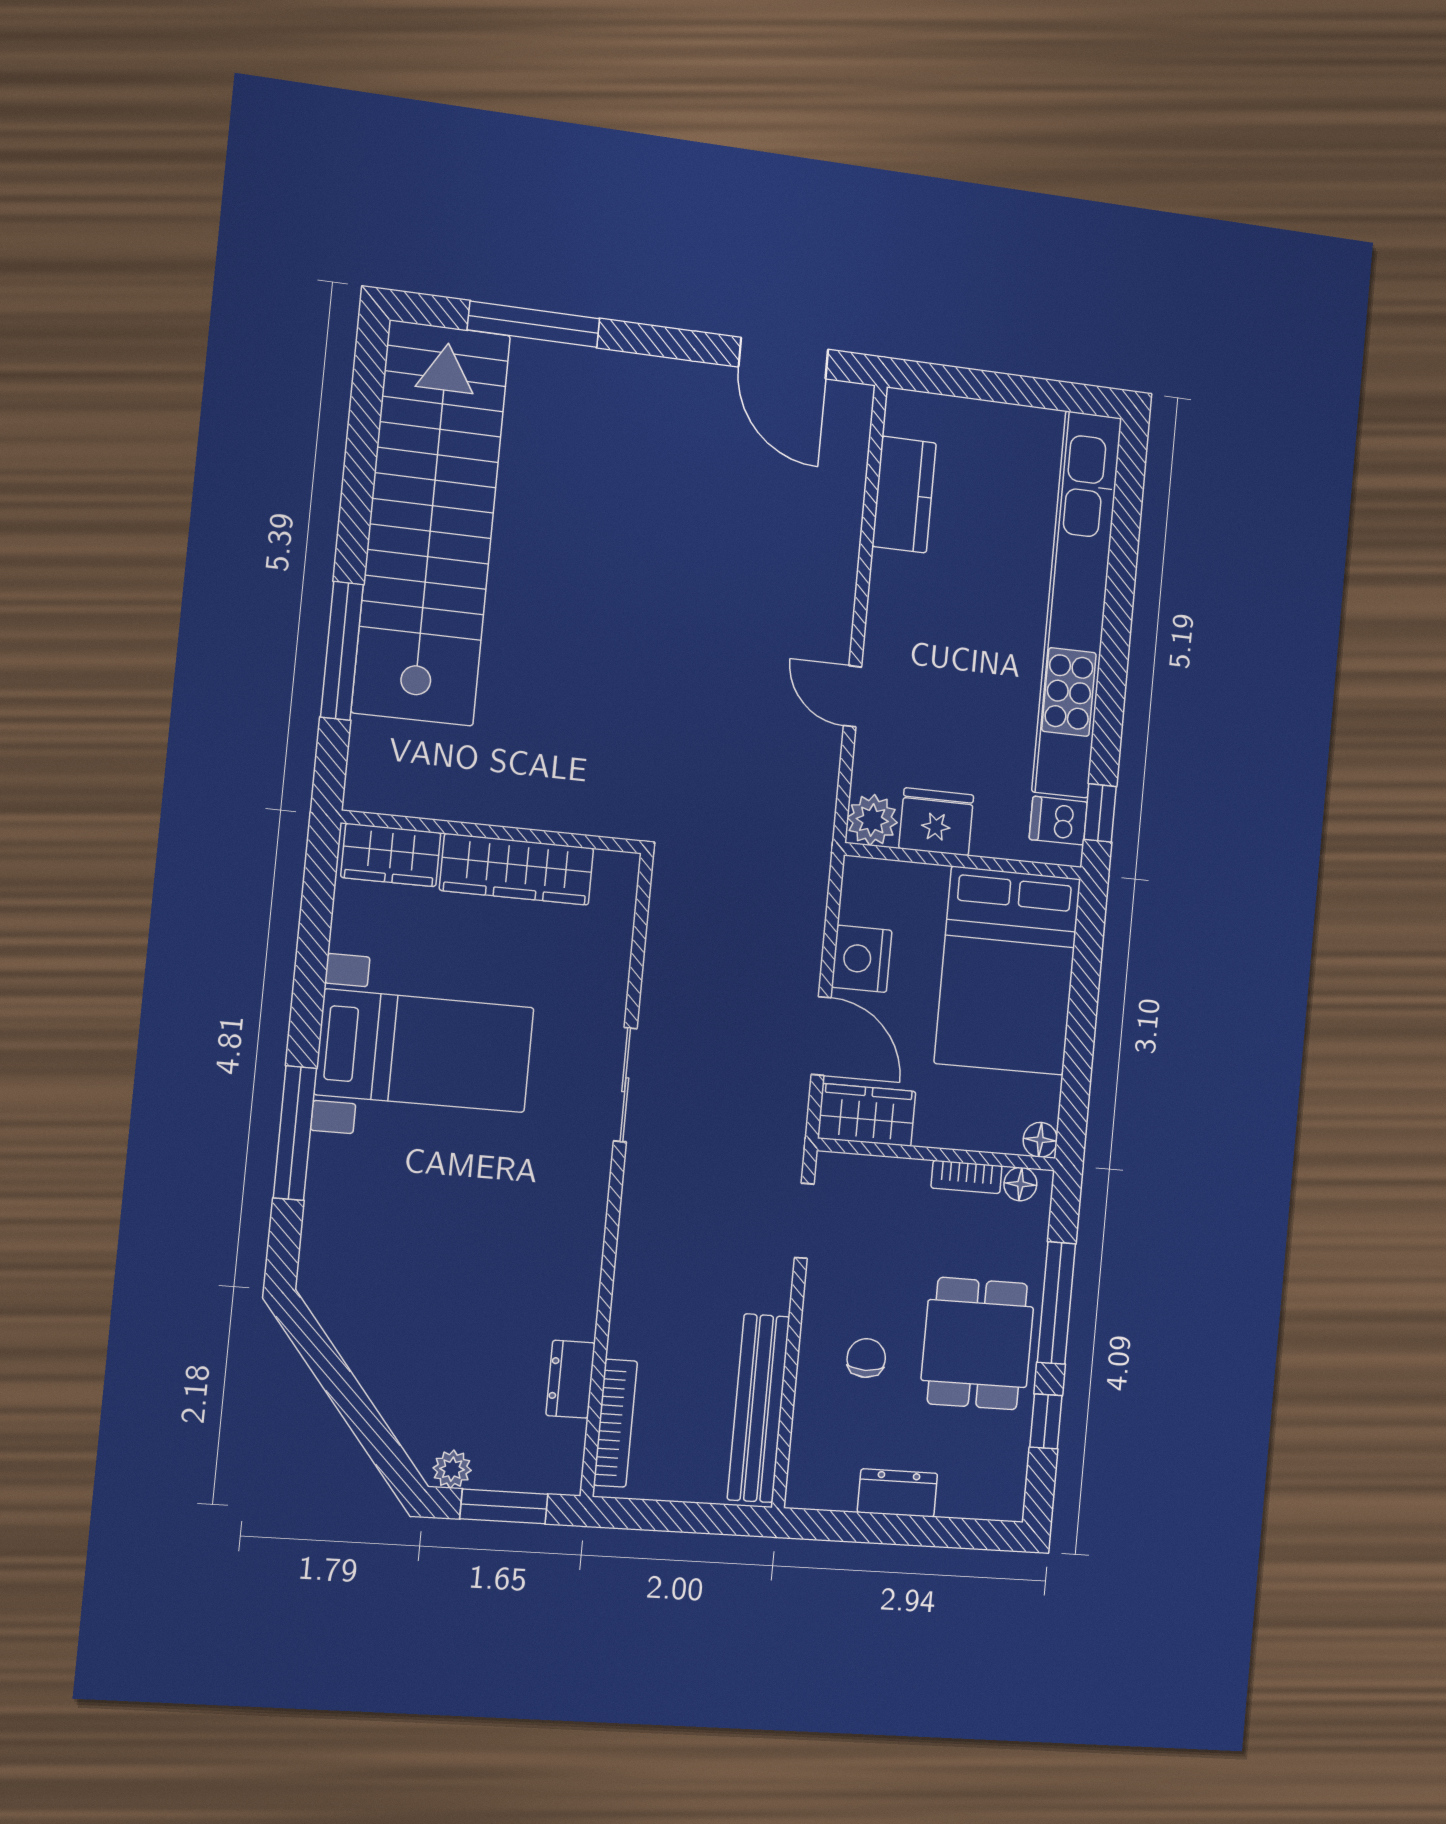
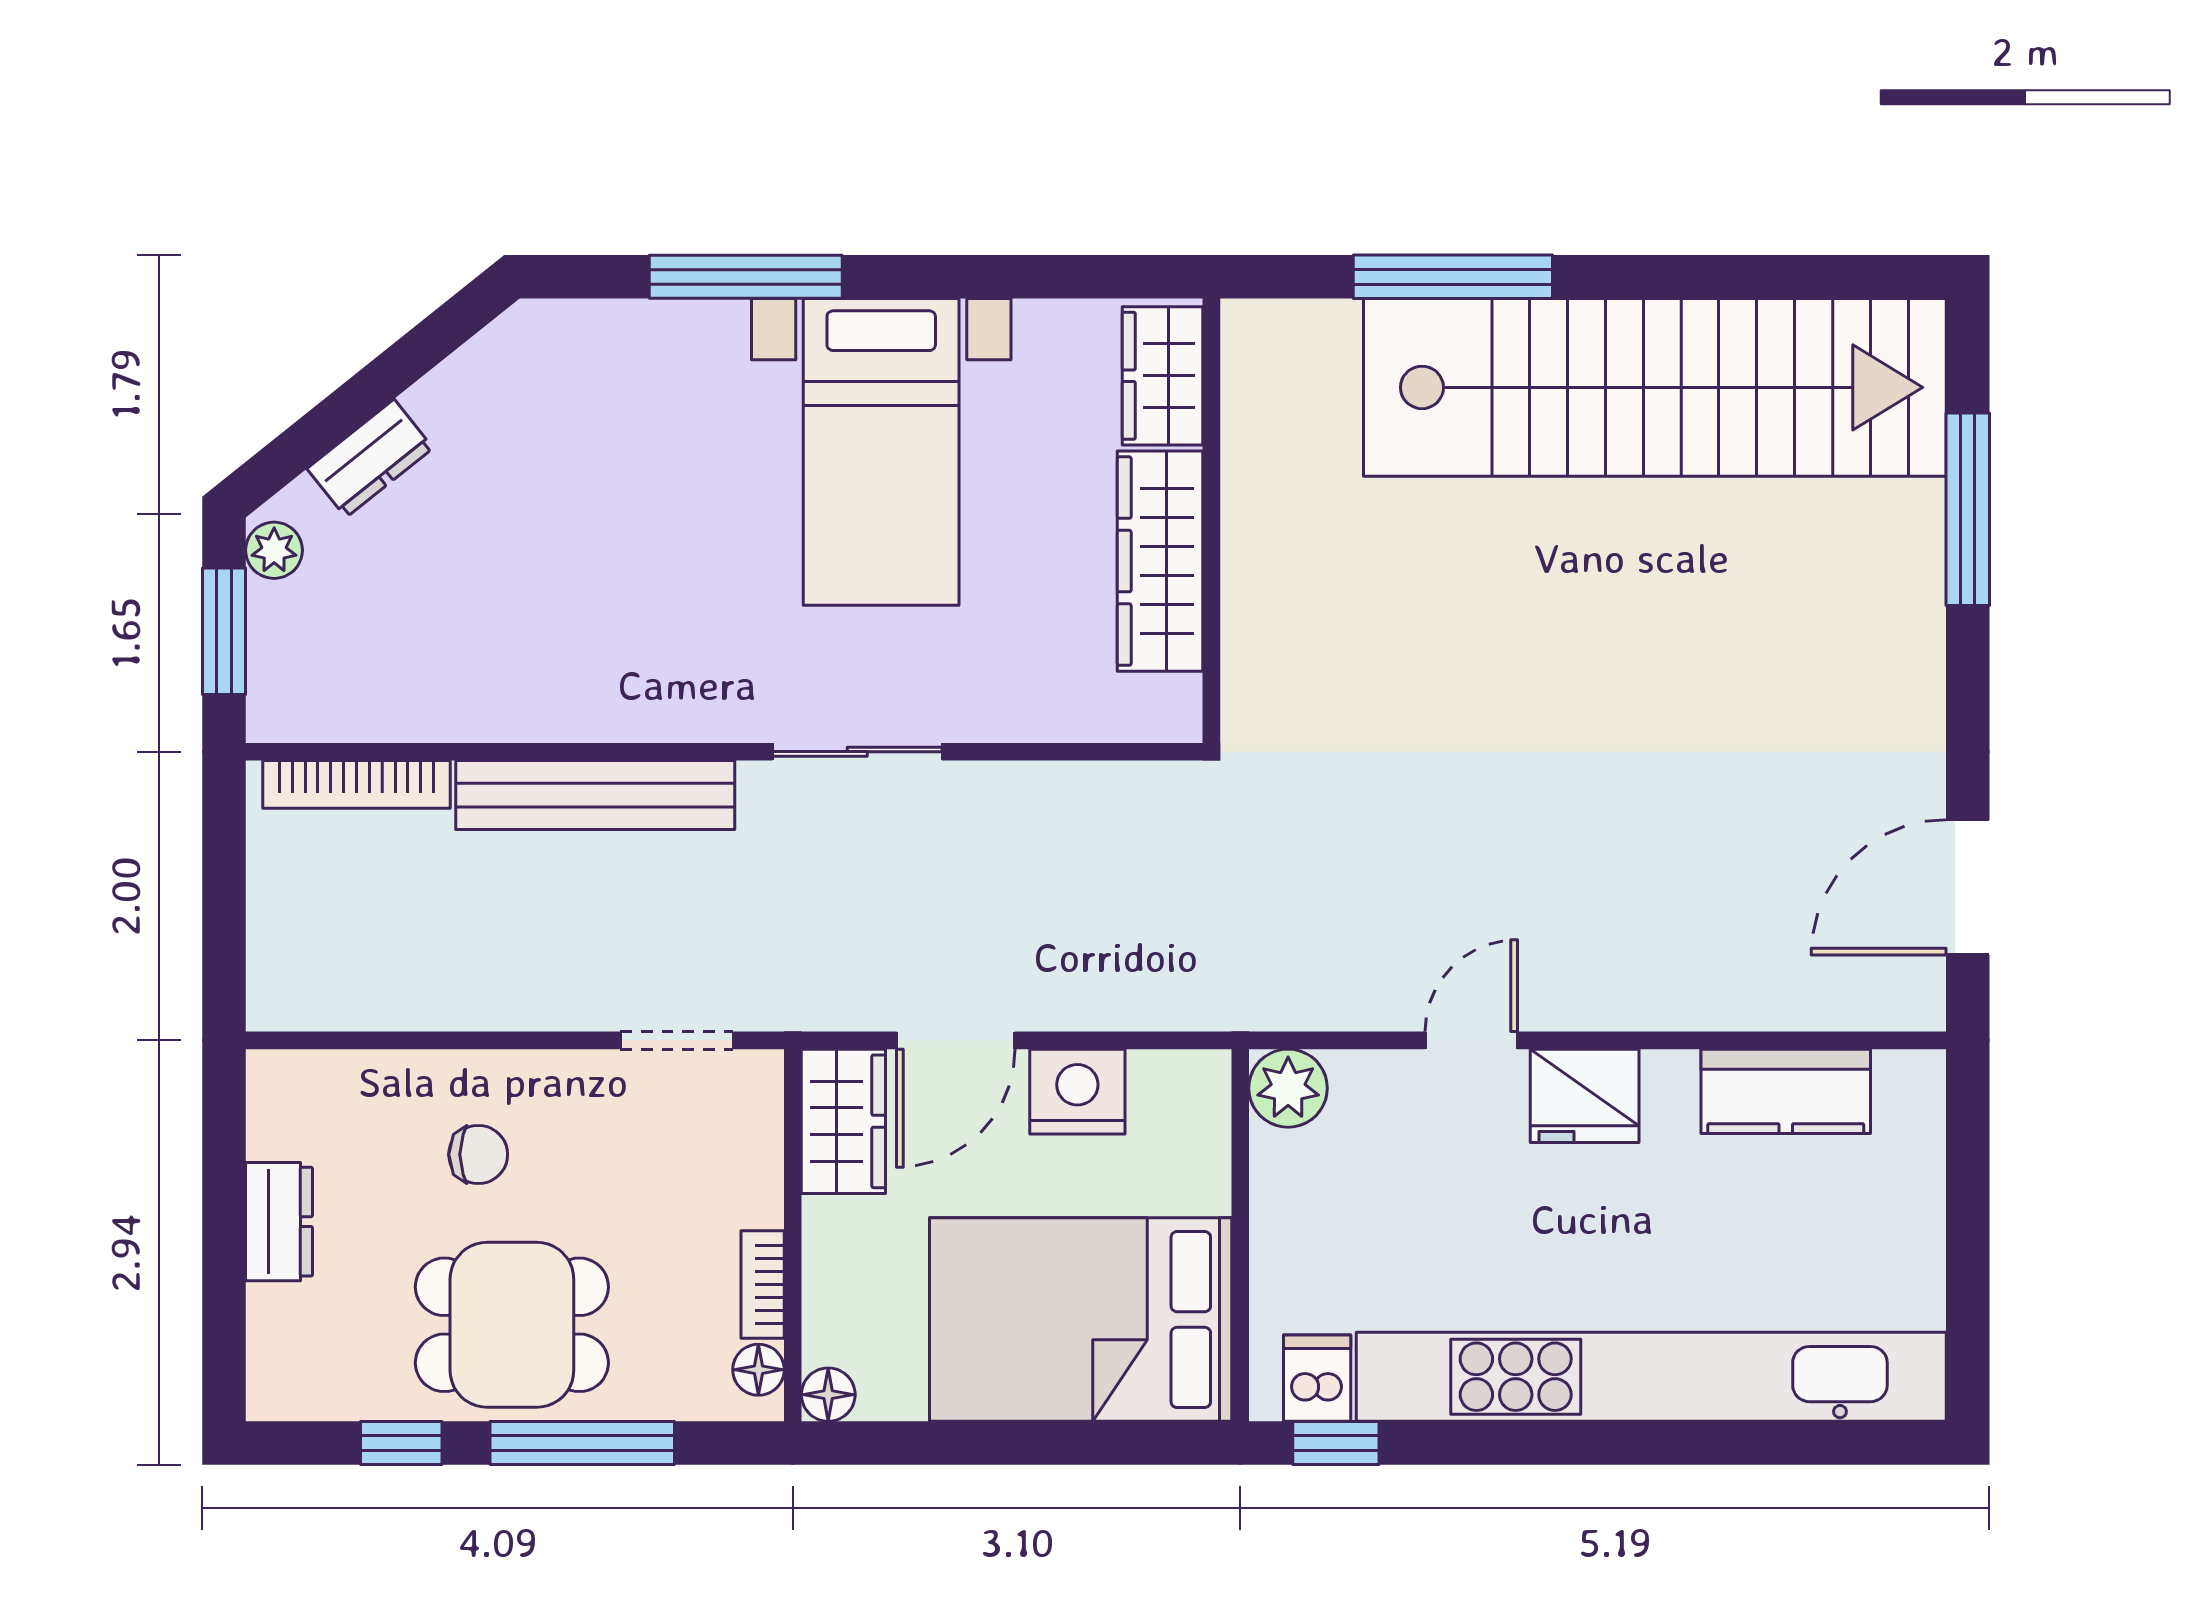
fridge: (936, 822) -> (1585, 1096), moved, turned 90
dresser: (571, 1379) -> (370, 458), moved, turned 141
bench: (758, 1408) -> (595, 795), moved

